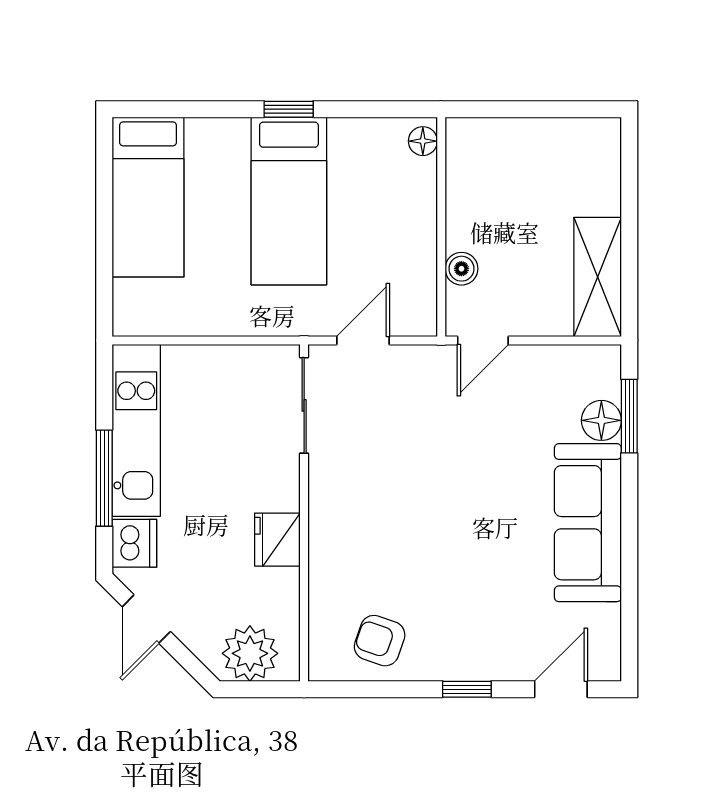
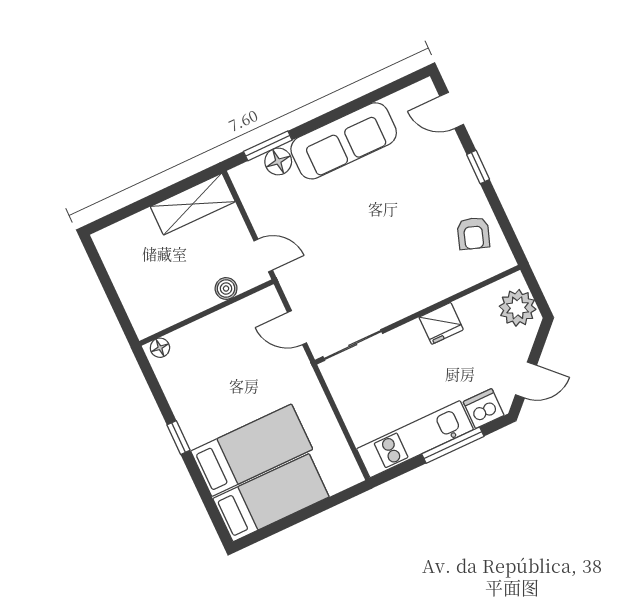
bed: (289, 201) -> (252, 450), moved

